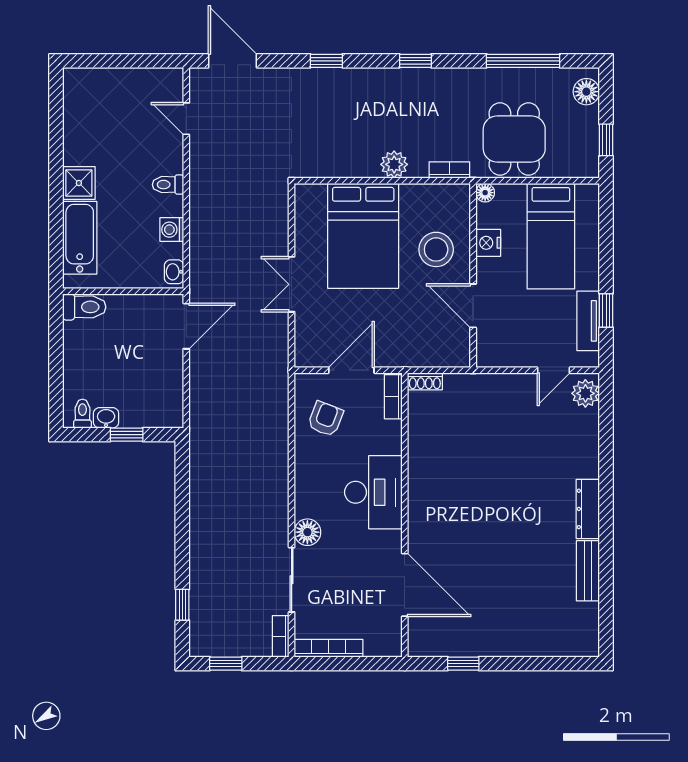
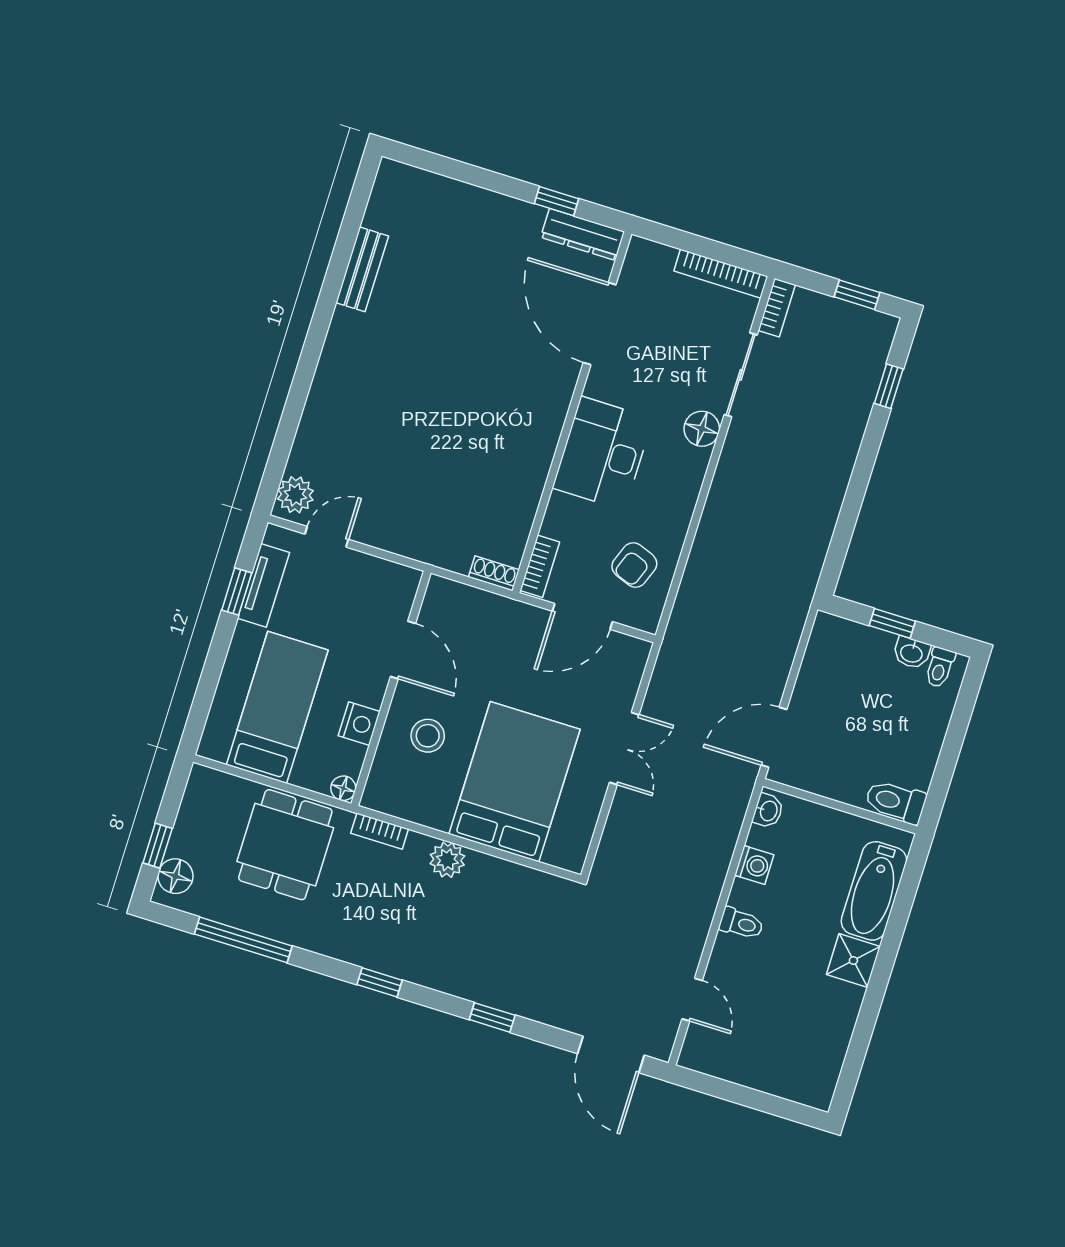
window: (606, 140) -> (158, 846), moved
stool: (436, 249) -> (428, 736), width x0.73, depth x0.73
dresser: (588, 509) -> (583, 234), moved, turned 90

